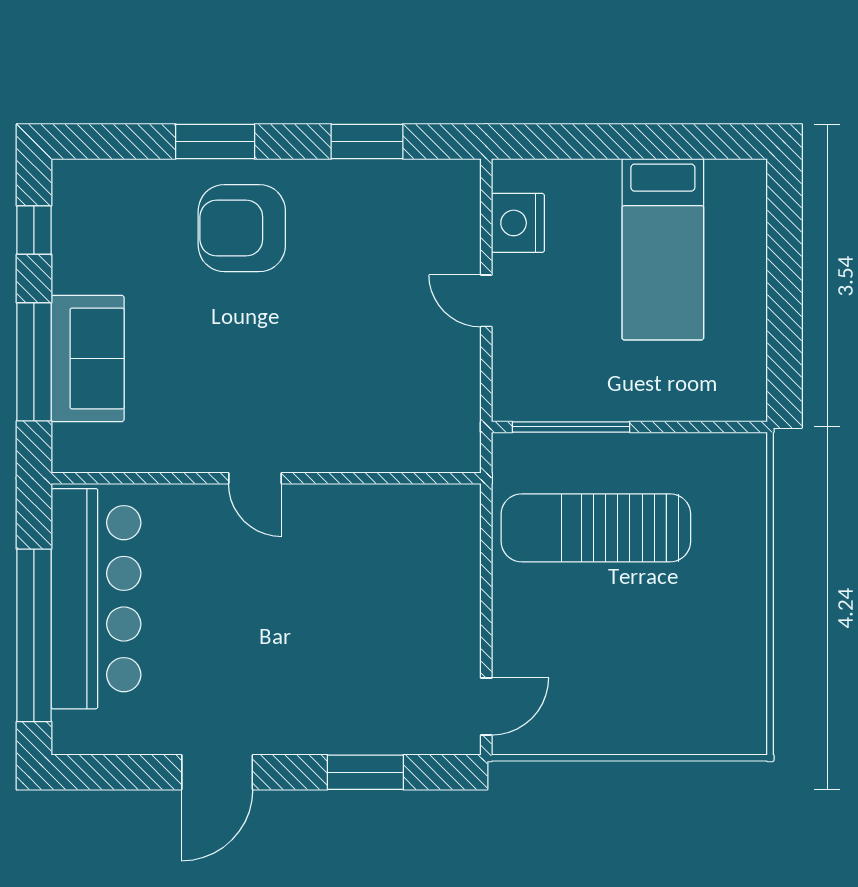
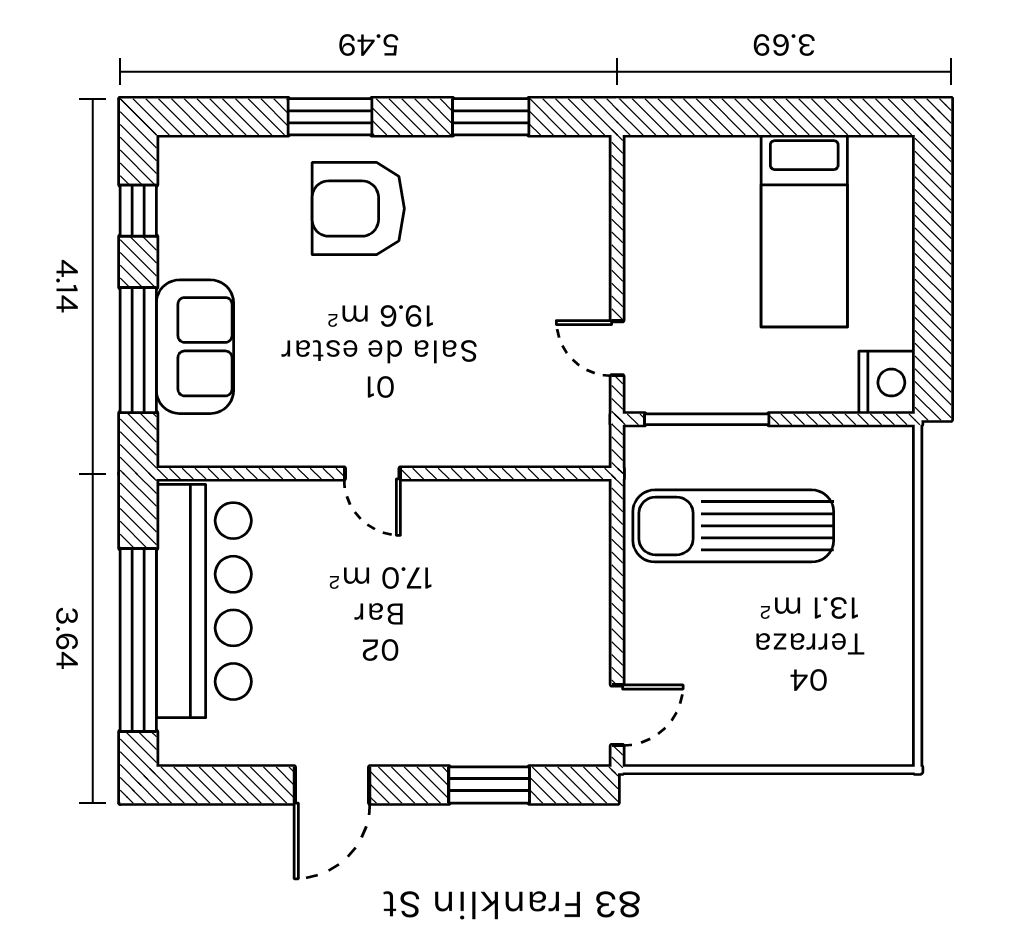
nightstand: (518, 223) -> (887, 383), moved, turned 180
door: (486, 301) -> (617, 348), moved

